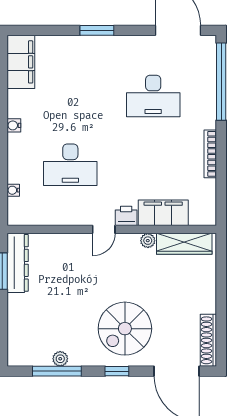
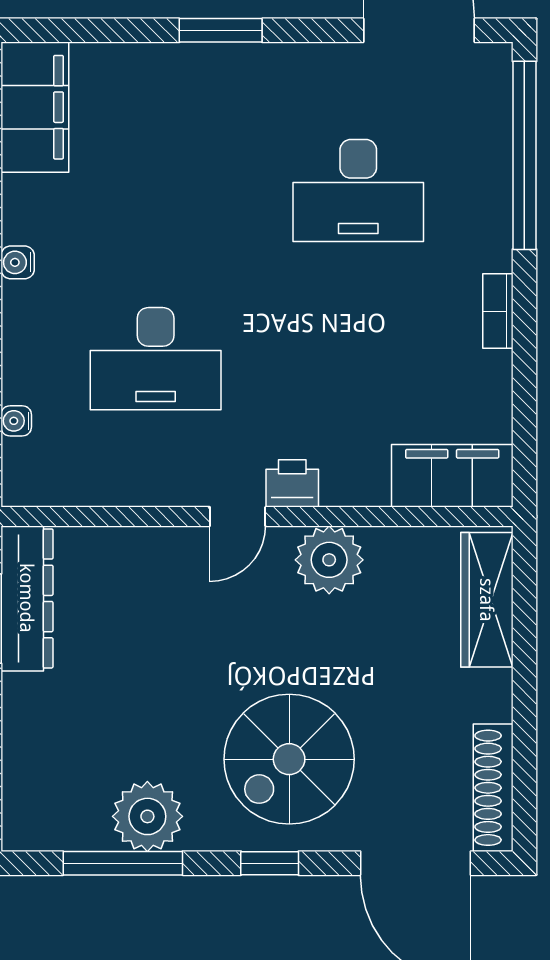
bookcase: (210, 154) -> (498, 311), width x0.64
filing cabinet: (163, 213) -> (452, 476), moved
plant: (148, 241) -> (329, 560), width x1.88, depth x1.88
wardrobe: (184, 244) -> (487, 600), moved, turned 90
plant: (60, 359) -> (147, 816), width x1.88, depth x1.88

